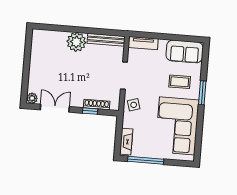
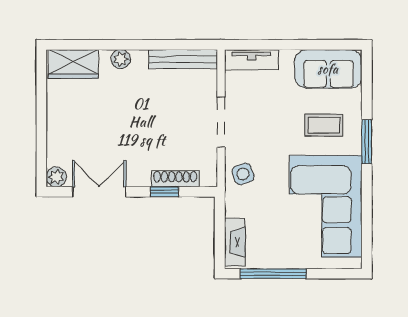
wardrobe: (46, 38) -> (73, 64), added
plant: (76, 42) -> (121, 59), width x0.53, depth x0.53

